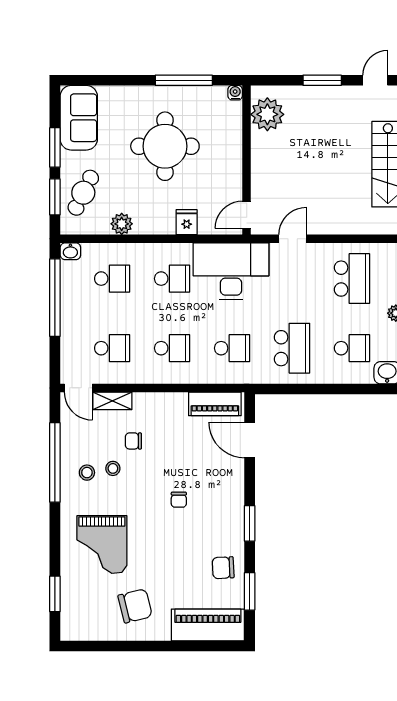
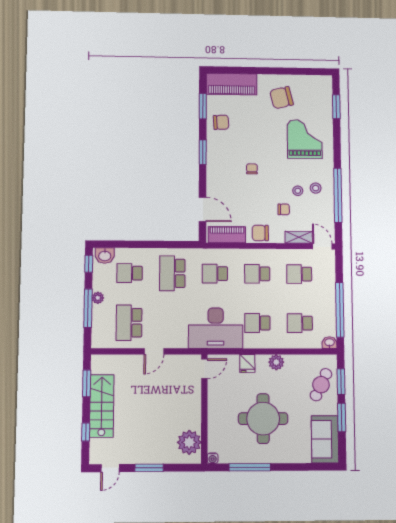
plant: (122, 224) -> (276, 362), moved
door: (292, 239) -> (154, 351), moved
chair: (167, 407) -> (260, 233), added

